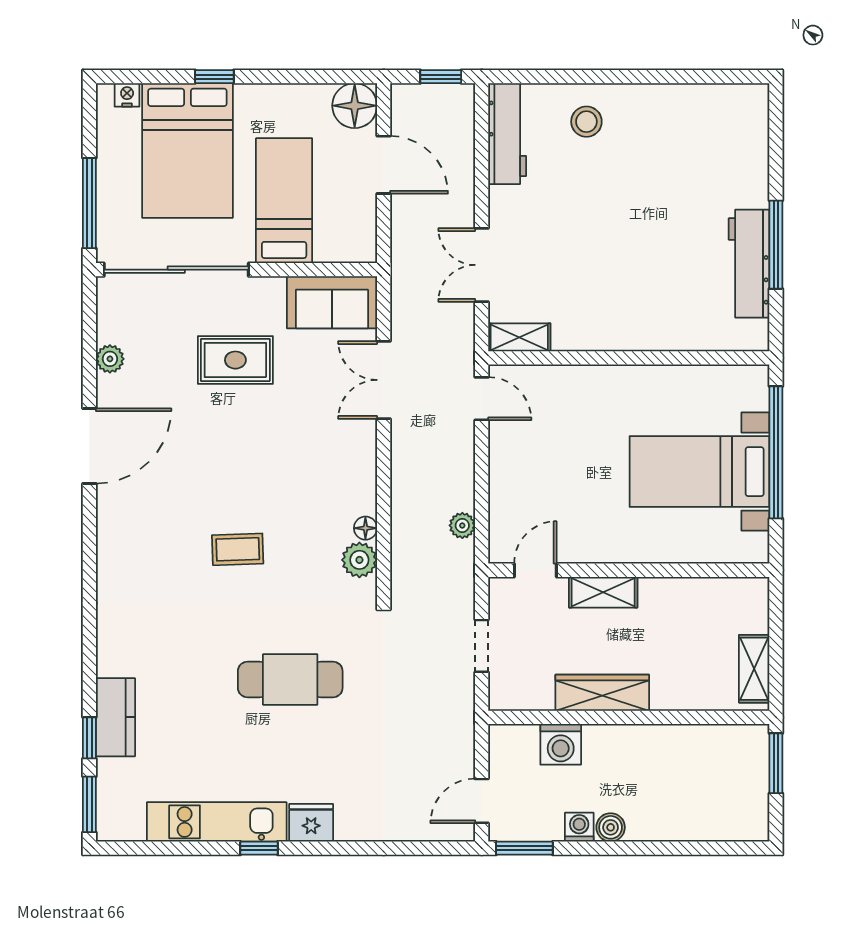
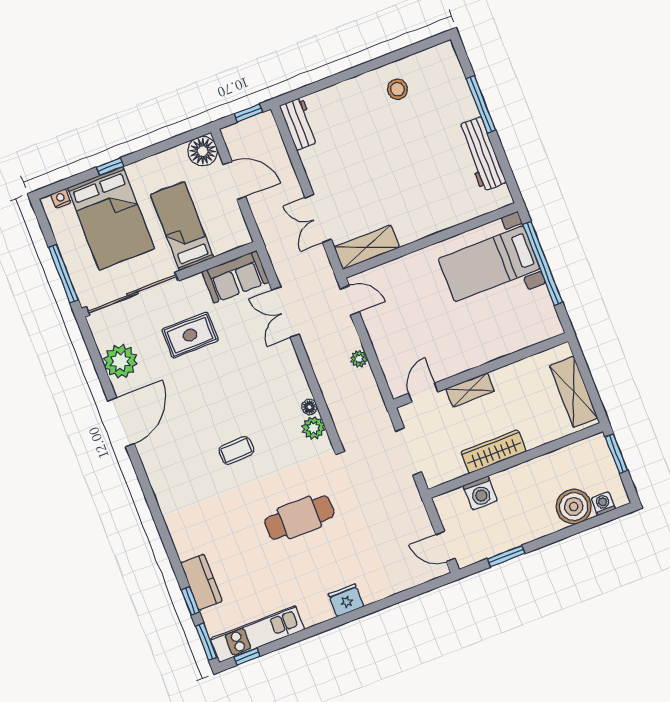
stool: (586, 122) -> (397, 89), moved
workbench: (507, 134) -> (299, 124), width x0.73
window: (776, 245) -> (481, 104), moved
shelving: (519, 337) -> (367, 247), width x1.50, depth x1.33
plant: (110, 359) -> (120, 361), width x1.87, depth x1.87
bed with nightstands: (699, 472) -> (489, 264), moved
plant: (462, 525) -> (359, 359), moved
doorway: (482, 646) -> (409, 452), width x1.38
shelving: (754, 669) -> (574, 392), width x1.50, depth x1.33
door: (482, 801) -> (445, 546), hinge flipped
kitchen unit: (217, 822) -> (258, 634), moved
washing machine: (579, 827) -> (603, 504), moved
boiler: (611, 827) -> (574, 507), moved, width x1.86, depth x1.86
window: (259, 848) -> (247, 657), moved
window: (524, 848) -> (506, 556), moved

